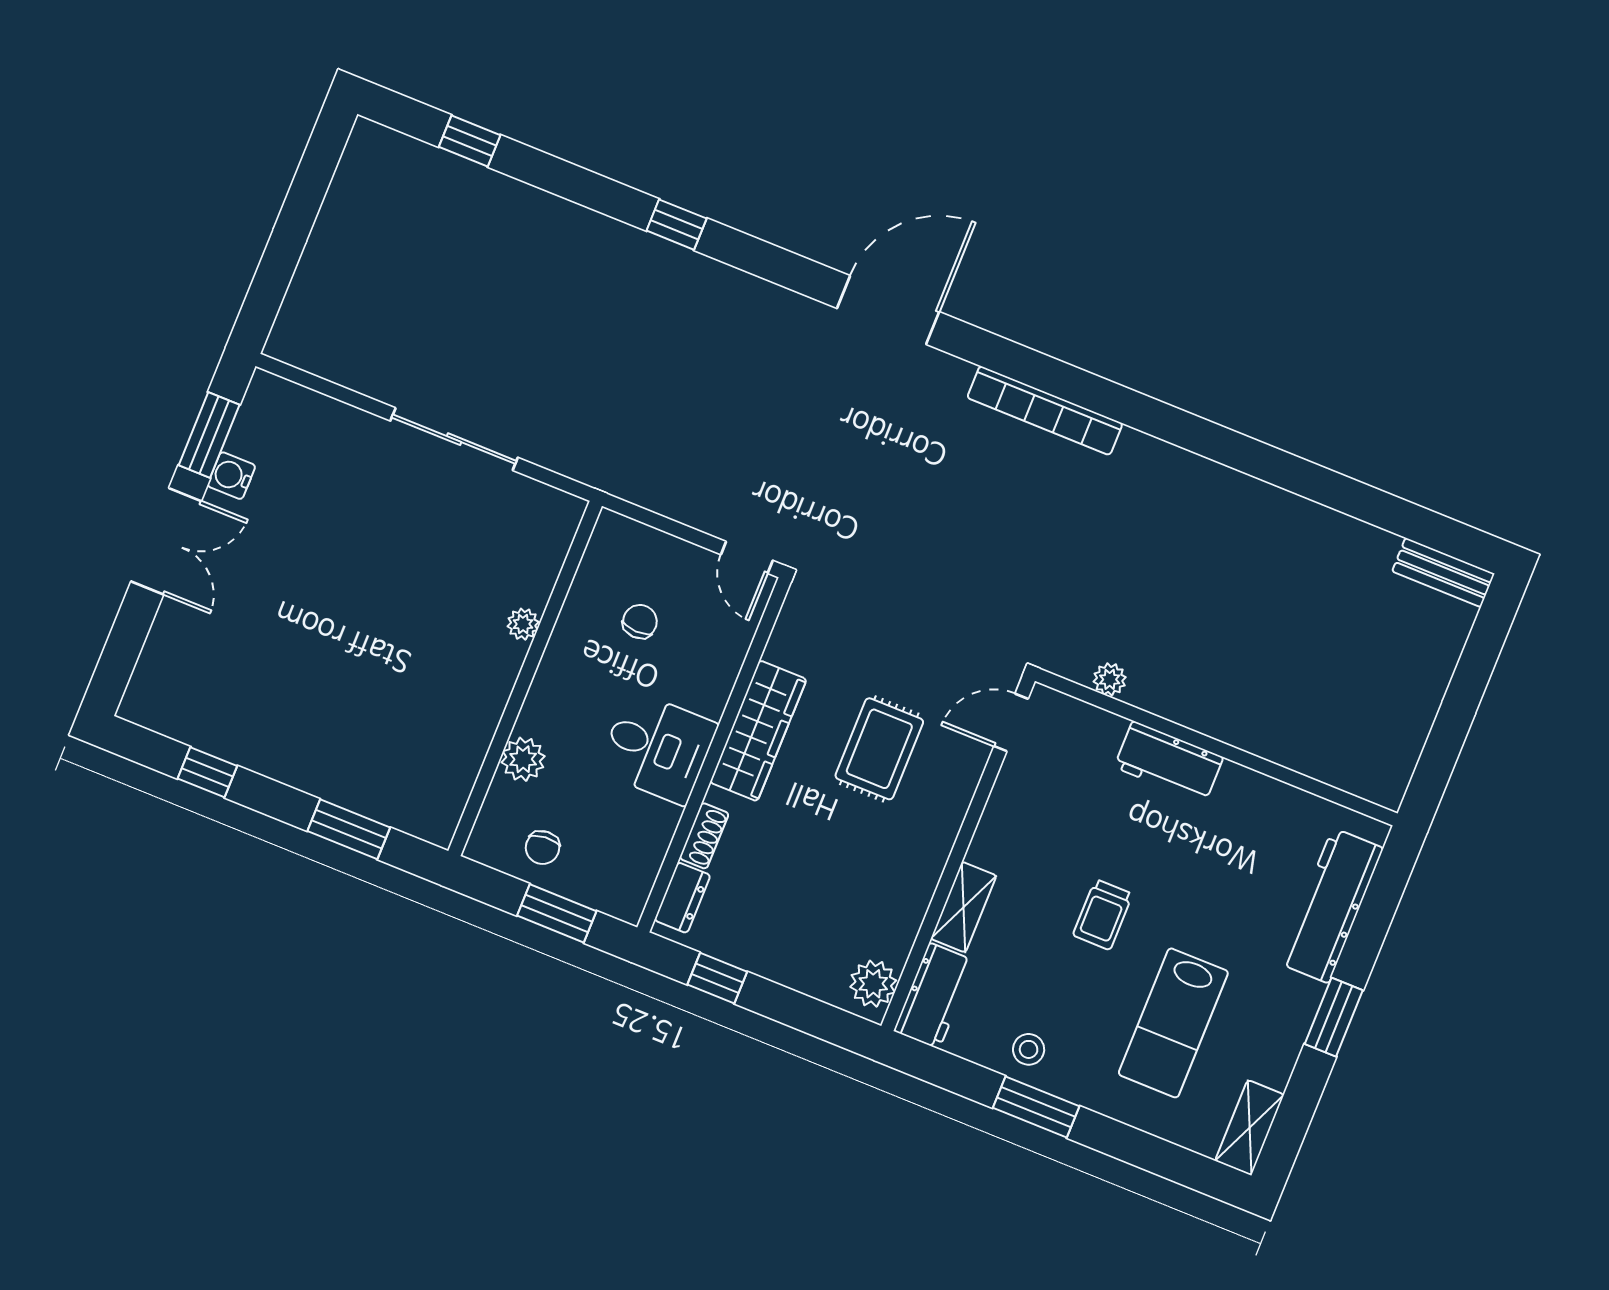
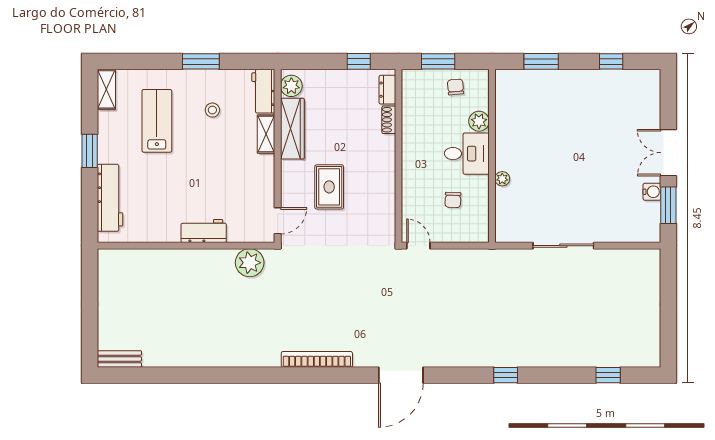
plant: (1110, 679) -> (250, 263), width x1.88, depth x1.88
wardrobe: (758, 731) -> (292, 129), moved, turned 180
desk: (658, 748) -> (467, 154), moved, turned 180
trolley: (1103, 915) -> (206, 155), removed
stool: (1029, 1049) -> (212, 110), moved

